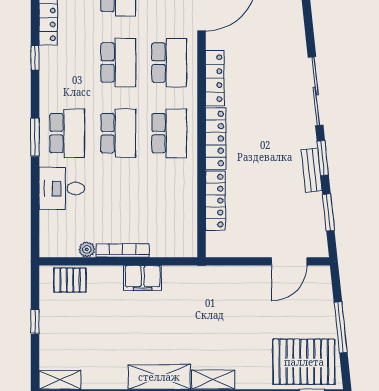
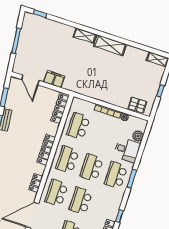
locker: (215, 78) -> (36, 183), width x0.66
locker: (215, 201) -> (60, 109), moved
school desk: (169, 204) -> (78, 126), added
plant: (50, 222) -> (138, 136), added
door: (289, 261) -> (30, 80), swing flipped
filing cabinet: (143, 278) -> (54, 79), moved
pallet: (304, 362) -> (39, 30), removed

